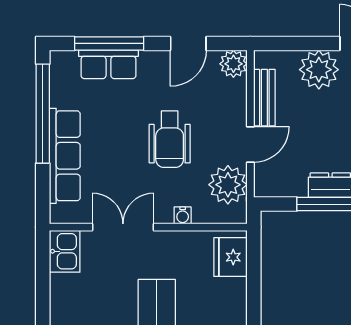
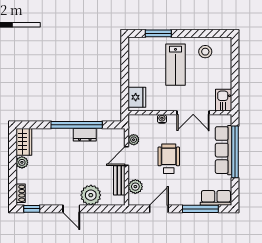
row of seats: (108, 64) -> (216, 198), moved
plant: (233, 64) -> (135, 187), moved
window: (43, 114) -> (235, 152), moved
plant: (228, 185) -> (134, 140), width x0.53, depth x0.53

